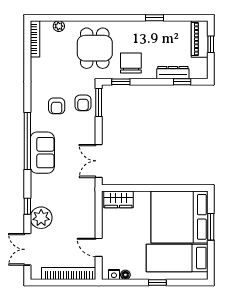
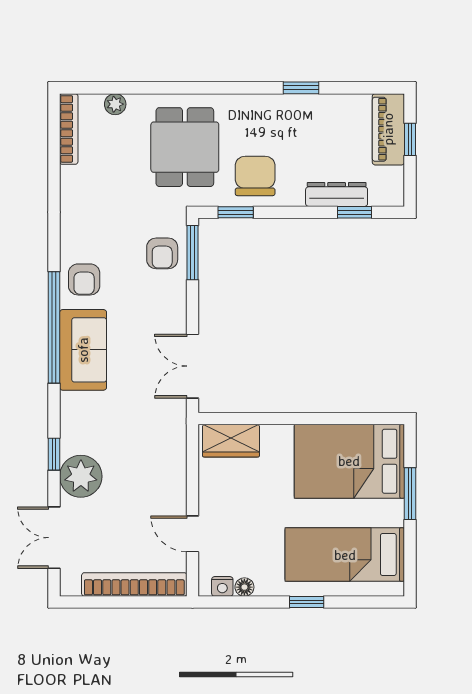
armchair: (57, 106) -> (84, 279), moved
bed: (179, 217) -> (349, 461), width x0.73

